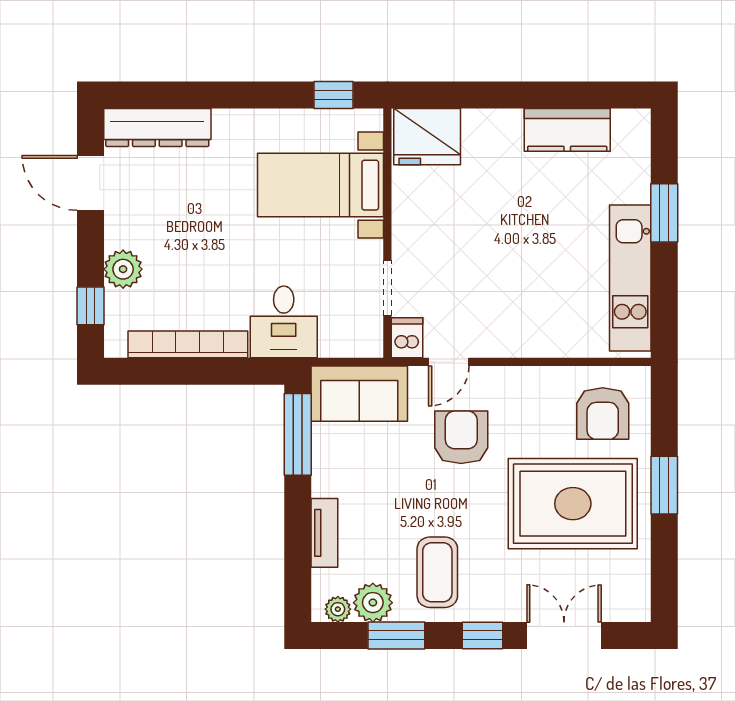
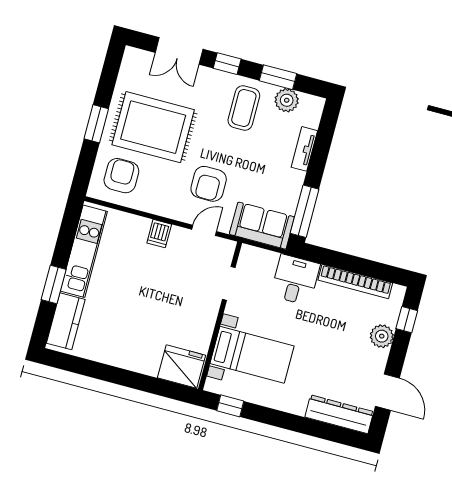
kitchen counter: (567, 130) -> (66, 321), moved, turned 90
dishwasher: (407, 338) -> (159, 234), moved
plant: (338, 609) -> (308, 102), removed

